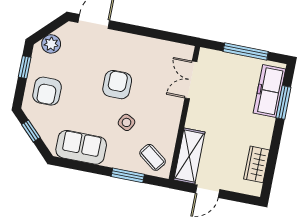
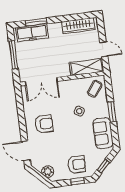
window: (25, 67) -> (78, 181), moved
double door: (191, 80) -> (41, 81), width x1.37
armchair: (117, 85) -> (44, 124), moved, turned 180
wardrobe: (257, 164) -> (78, 26), width x1.50
window: (128, 175) -> (112, 112), moved

